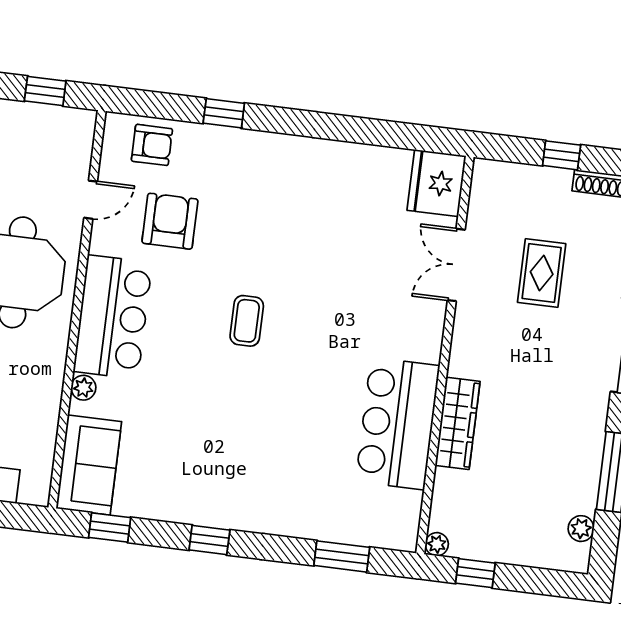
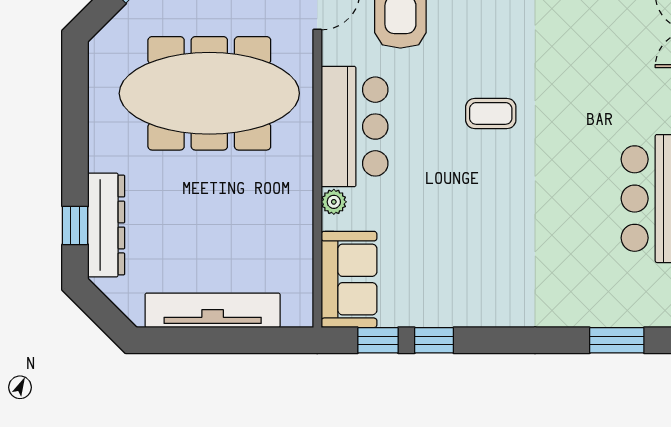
coffee table: (247, 321) -> (491, 113), turned 90
window: (209, 540) -> (434, 340), moved

